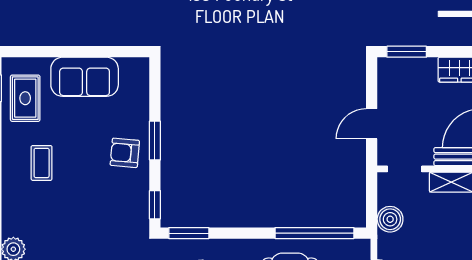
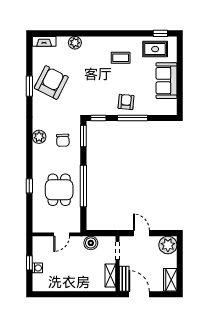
window: (407, 52) -> (180, 252), removed
plant: (394, 74) -> (168, 245), added
window: (155, 141) -> (133, 118), width x1.44
window: (314, 233) -> (83, 186), moved

